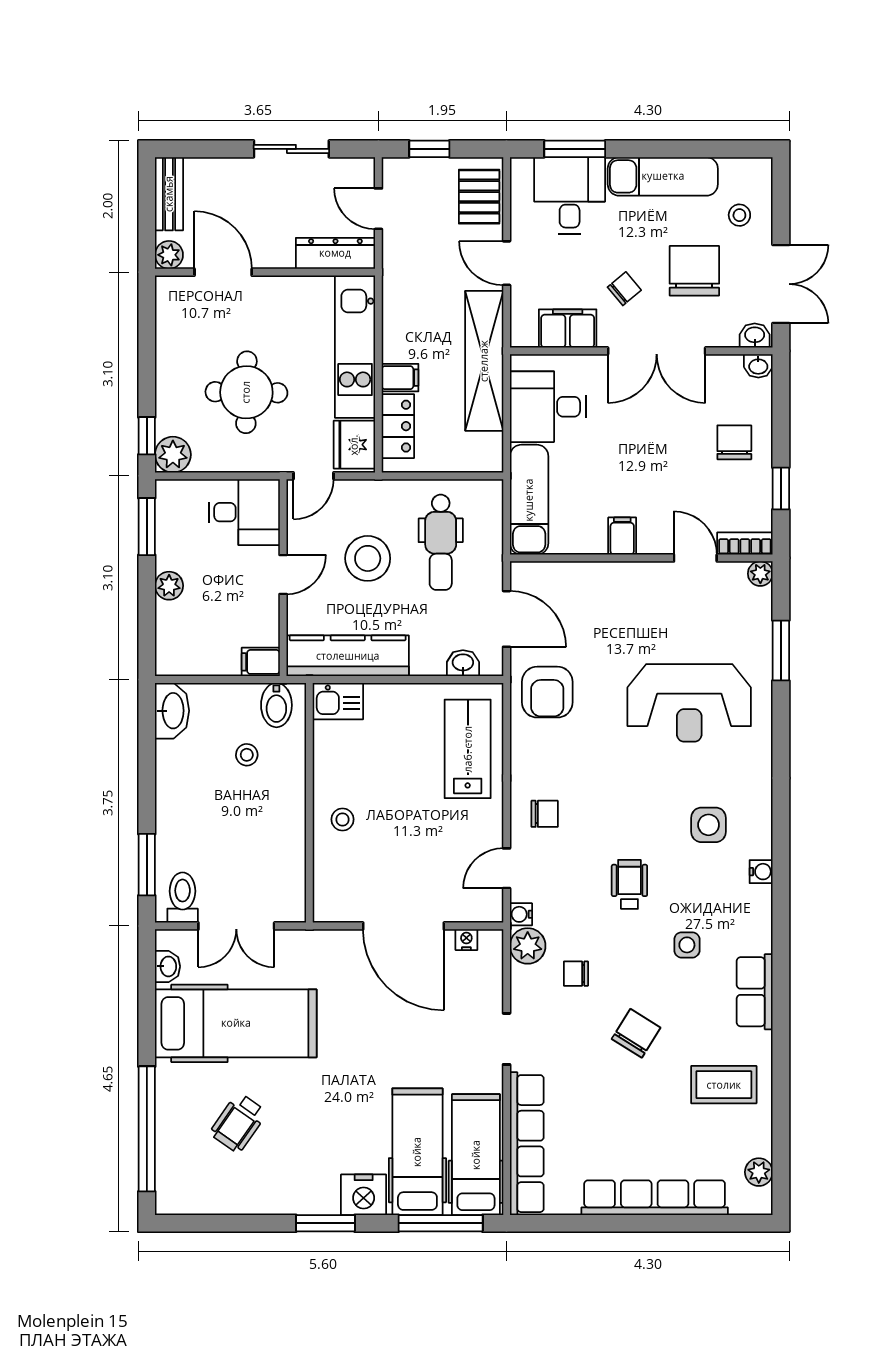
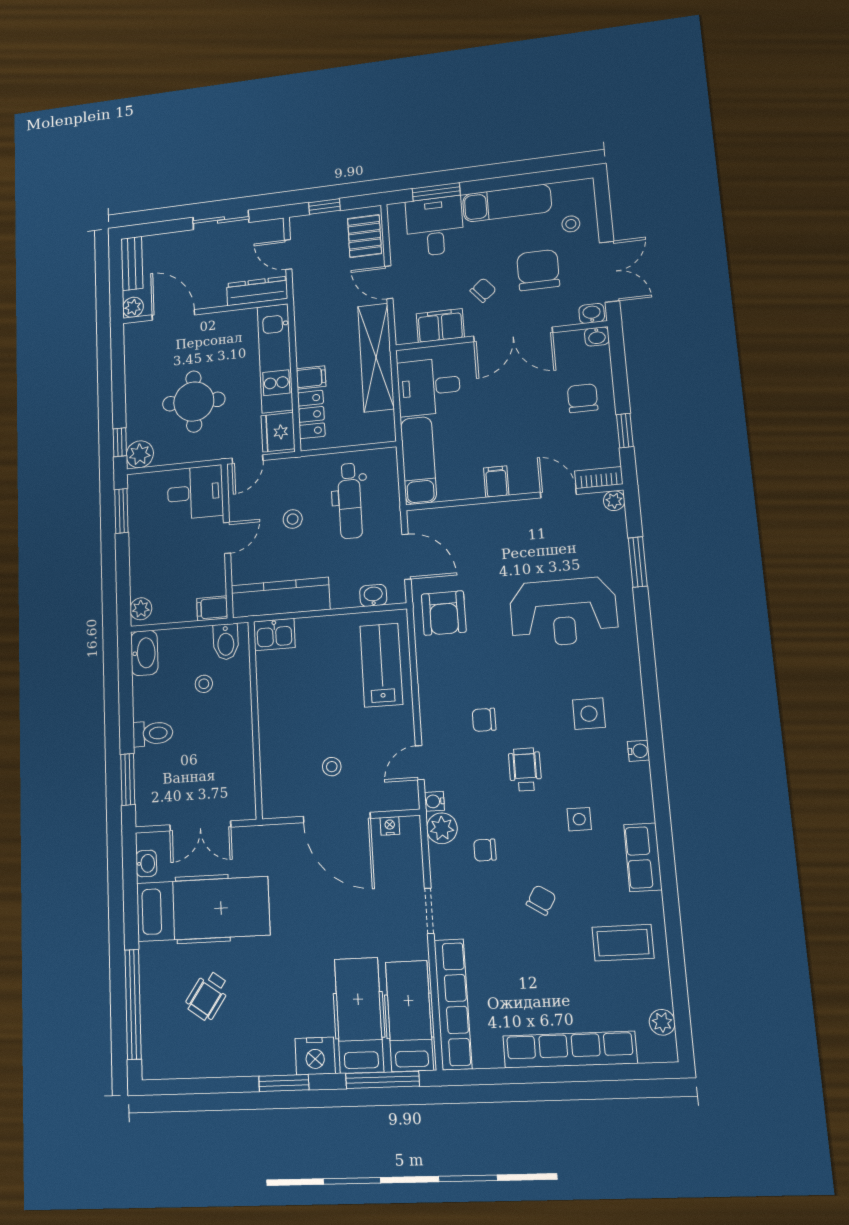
stool: (368, 558) -> (293, 519), width x0.53, depth x0.53
plant: (169, 586) -> (141, 609), moved
chair: (545, 814) -> (484, 720), moved, turned 180
stool: (342, 819) -> (332, 767), moved
toilet: (183, 898) -> (153, 733), moved, turned 90
chair: (636, 1033) -> (541, 900), width x0.73, depth x0.73

